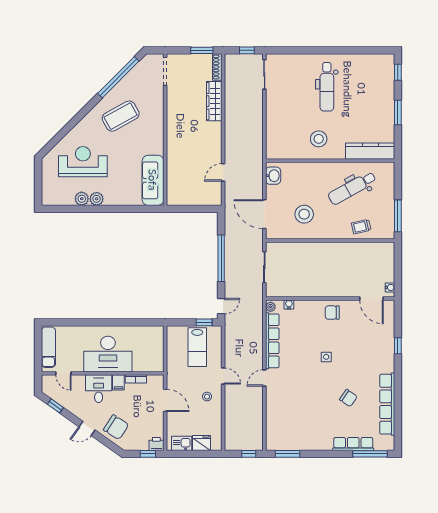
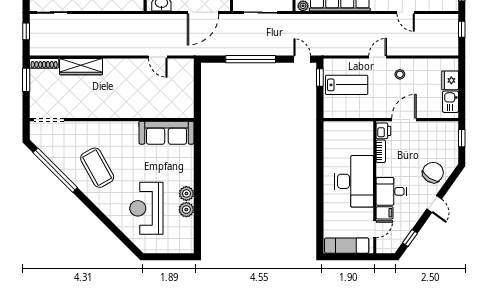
door: (264, 378) -> (406, 12), moved
filing cabinet: (118, 382) -> (385, 213), moved
printer: (156, 444) -> (383, 131), moved, turned 180

